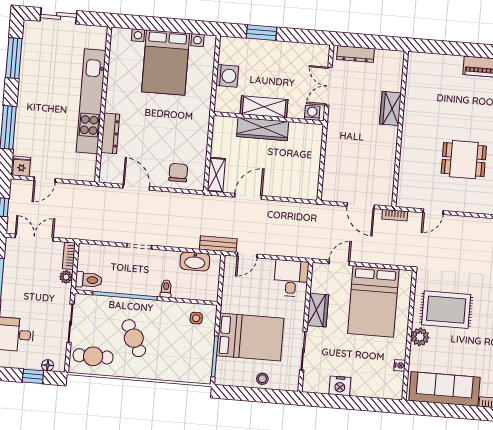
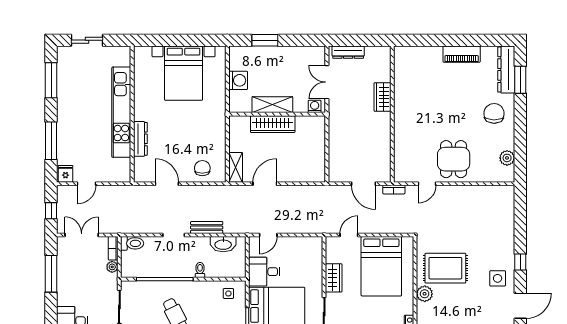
dining table: (464, 160) -> (454, 159), moved, turned 90
bench: (218, 244) -> (207, 227), moved
desk: (291, 278) -> (264, 272), moved, turned -90
toilet: (89, 280) -> (132, 243), moved

